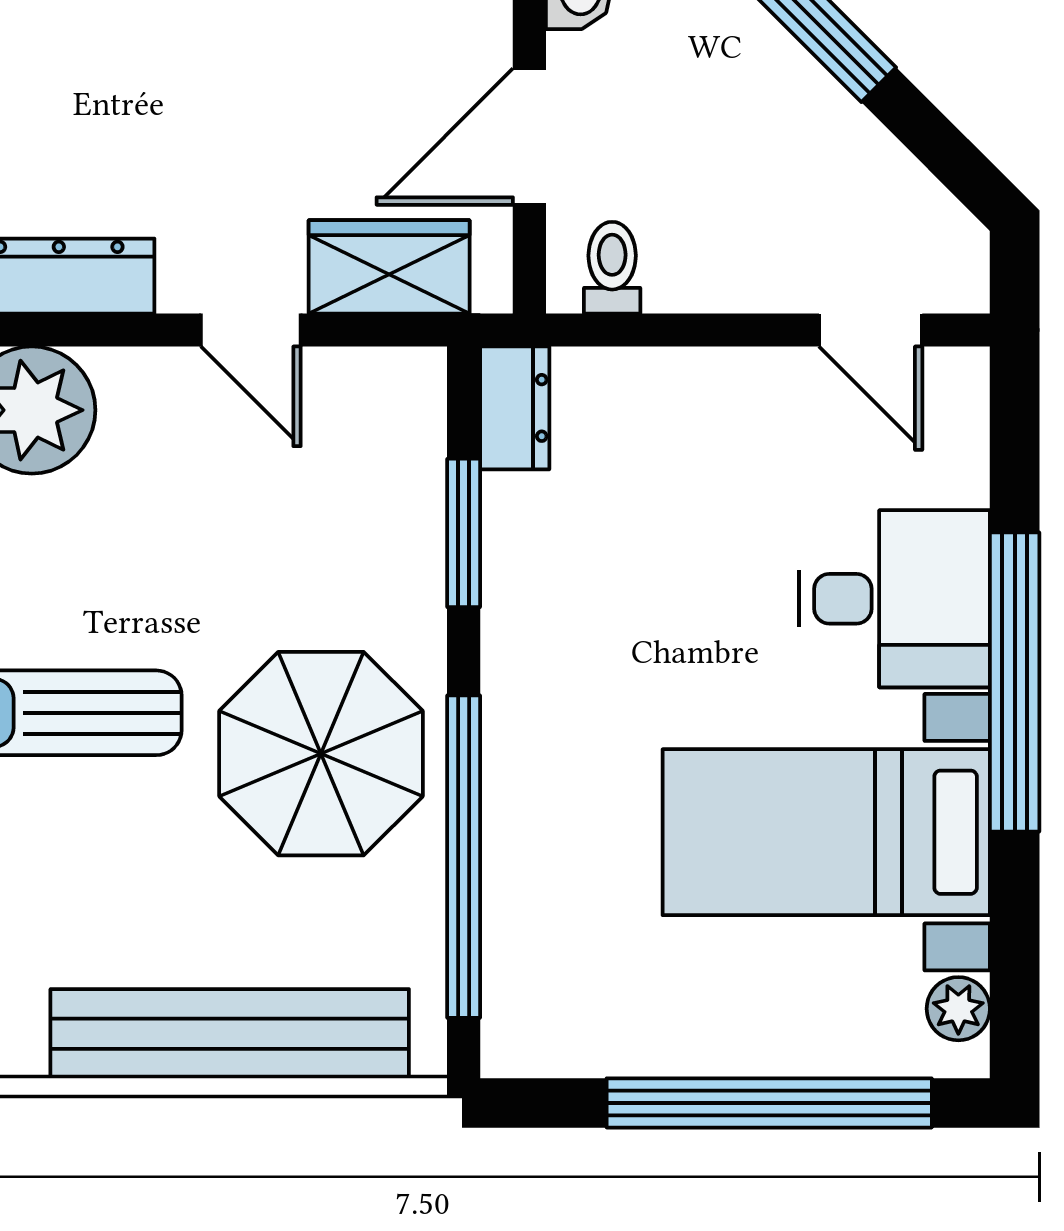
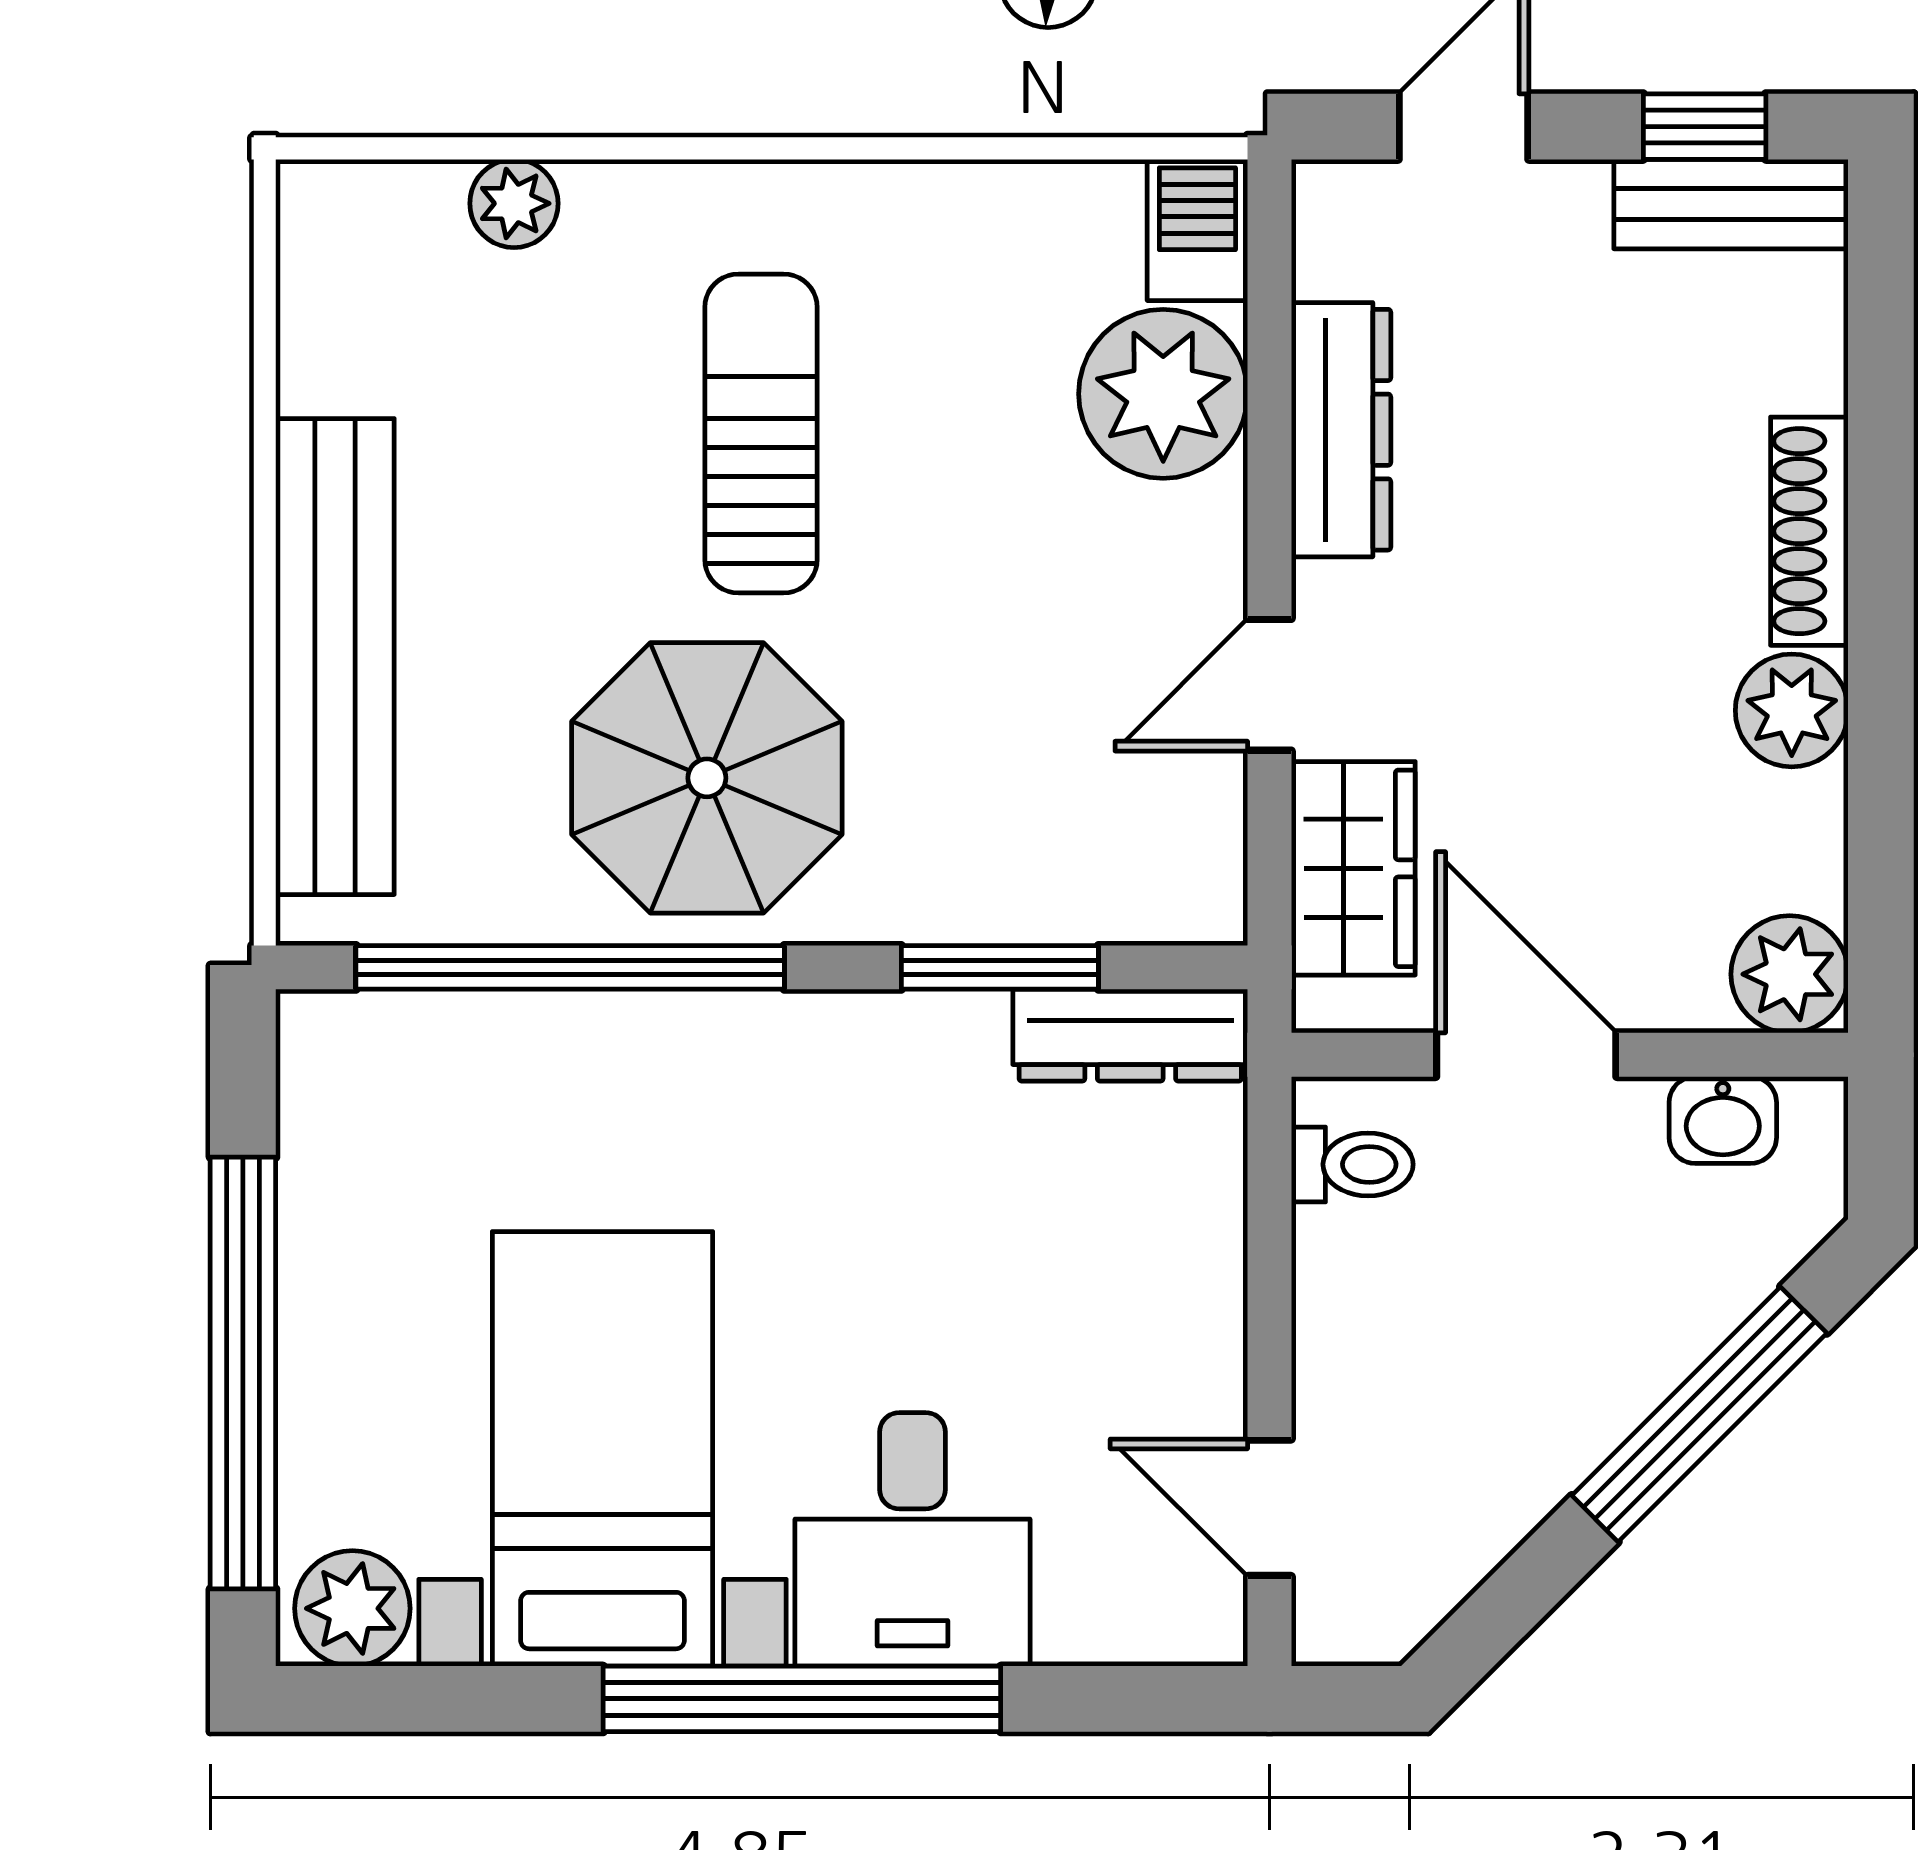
door: (871, 330) -> (1269, 1508), hinge flipped
dresser: (515, 408) -> (1130, 1035), width x1.44
plant: (958, 1009) -> (352, 1608), width x1.38, depth x1.38

